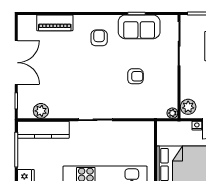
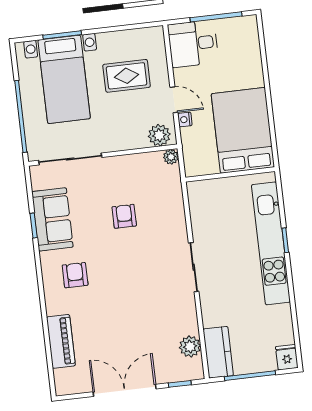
armchair: (99, 38) -> (75, 275), turned 90
kitchen counter: (43, 130) -> (218, 352), width x0.67

